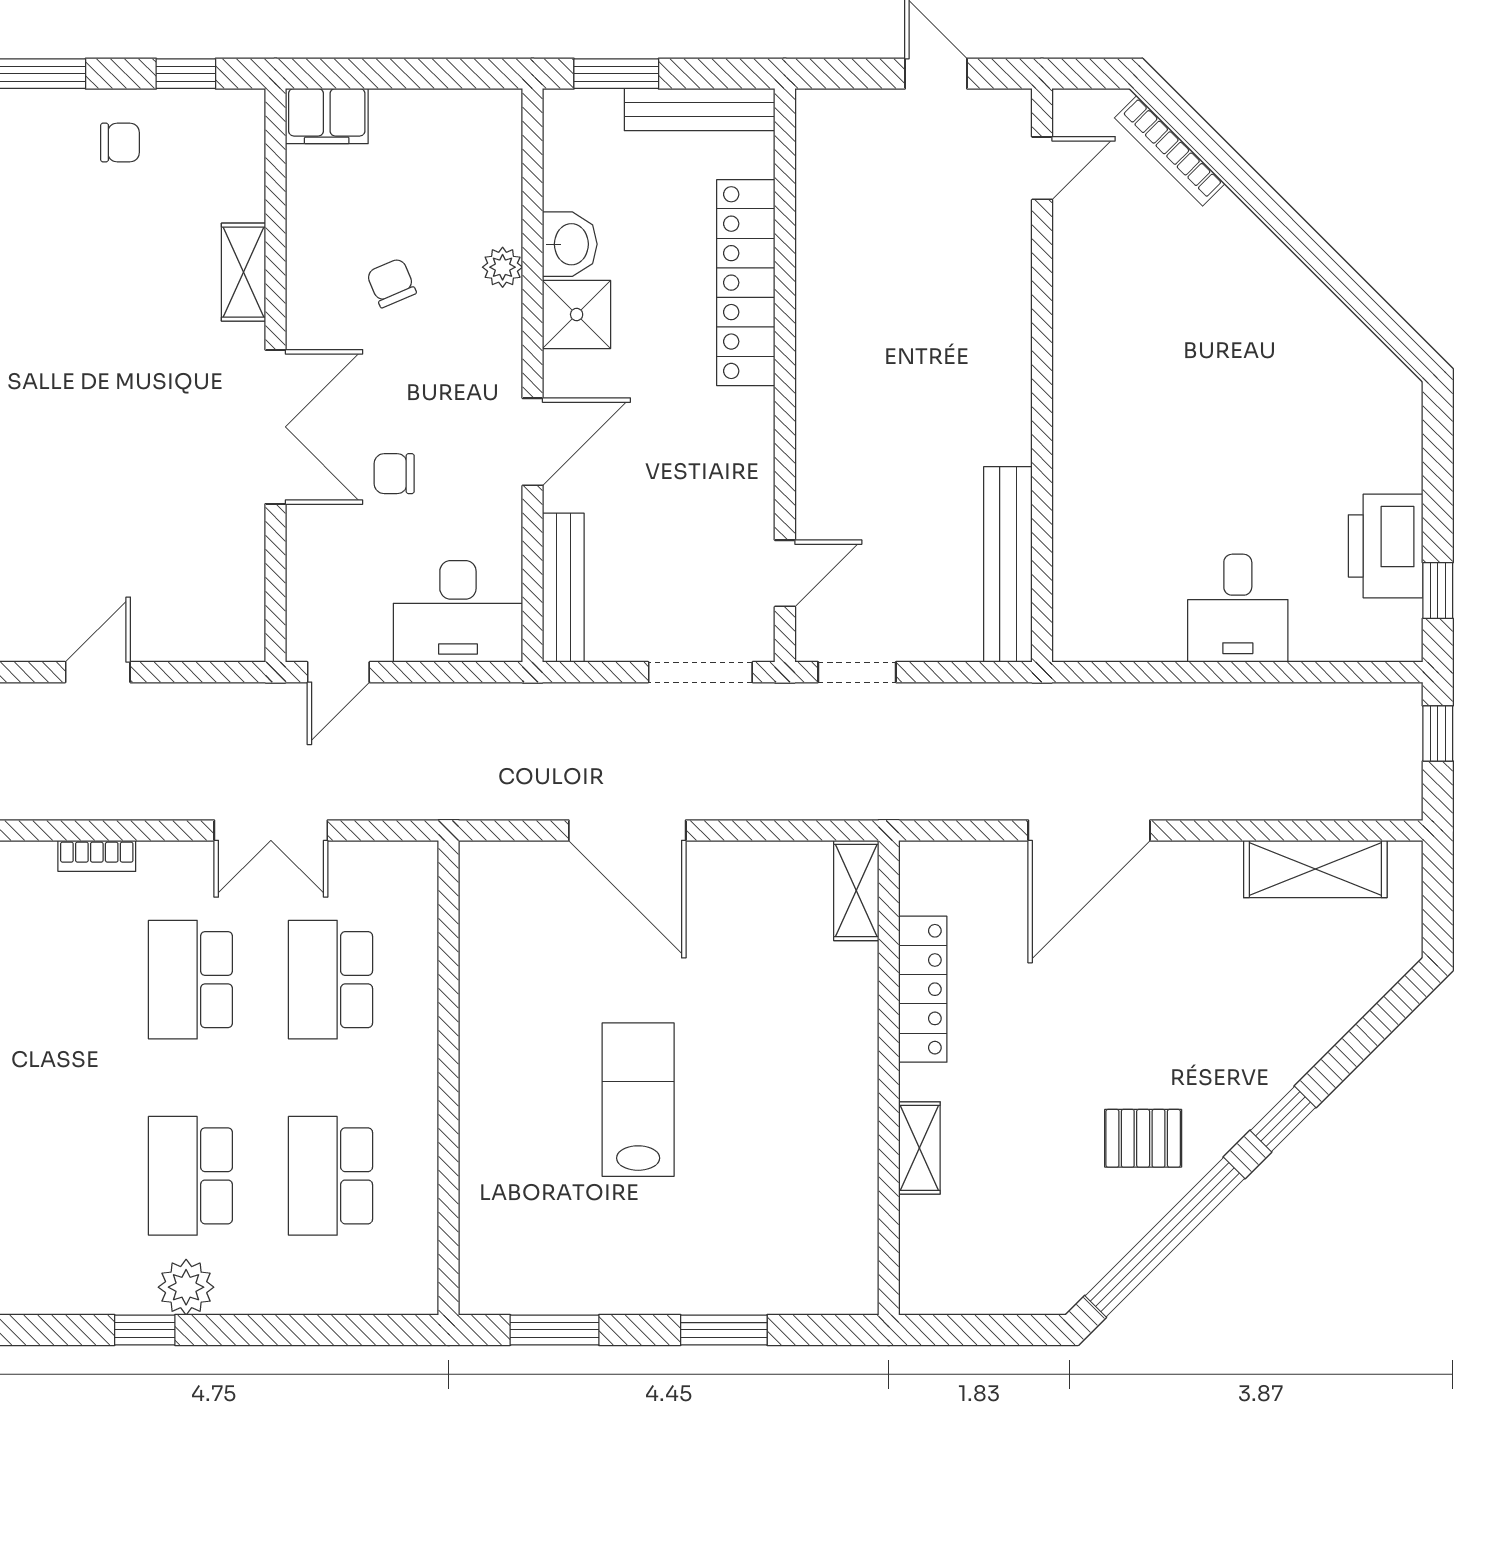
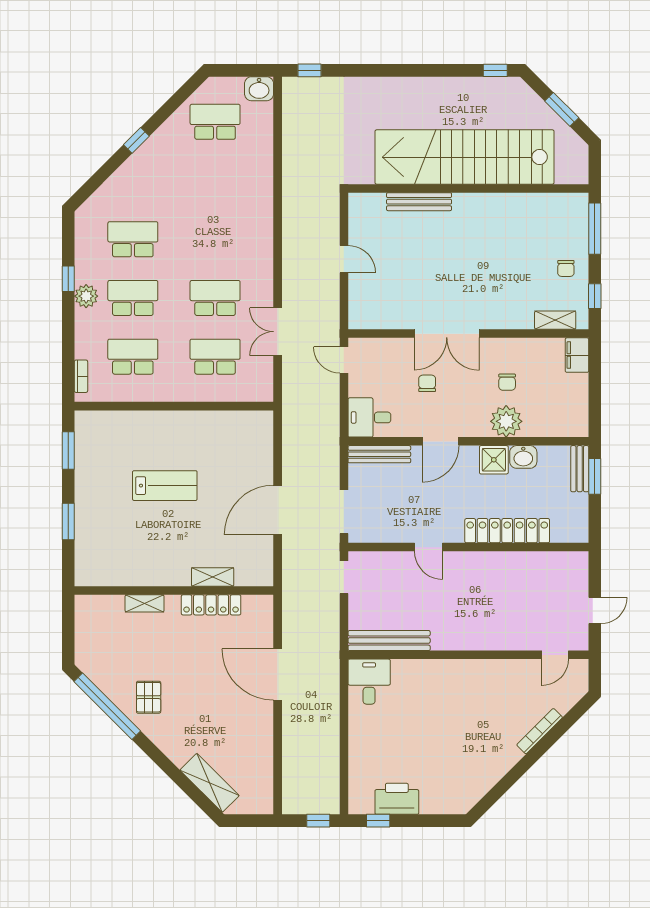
bench: (700, 110) -> (580, 469), moved, width x0.73
bookcase: (1170, 151) -> (540, 731), moved
door: (1042, 168) -> (555, 655), hinge flipped
plant: (503, 267) -> (506, 421), width x1.87, depth x1.87
shelving: (243, 272) -> (555, 320), moved
chair: (391, 283) -> (507, 382), turned 113
door: (533, 442) -> (440, 441), hinge flipped
door: (785, 573) -> (428, 547), moved
desk: (1238, 608) -> (369, 682), moved, turned 90
desk: (458, 611) -> (369, 417), width x0.73
door: (627, 830) -> (278, 510), moved
bookcase: (97, 856) -> (81, 376), moved, turned 180
shelving: (1315, 869) -> (210, 783), moved, turned -45
shelving: (856, 891) -> (213, 577), moved
window: (1283, 1119) -> (157, 756), removed
school desk: (50, 1176) -> (133, 239), added

